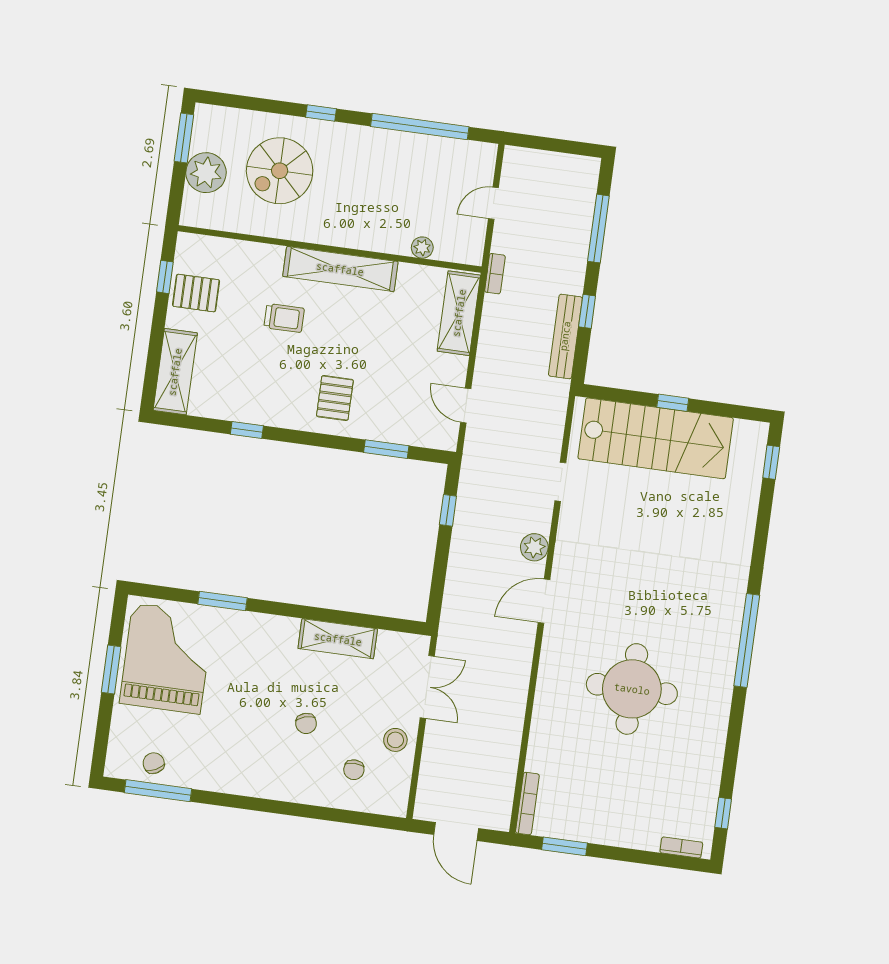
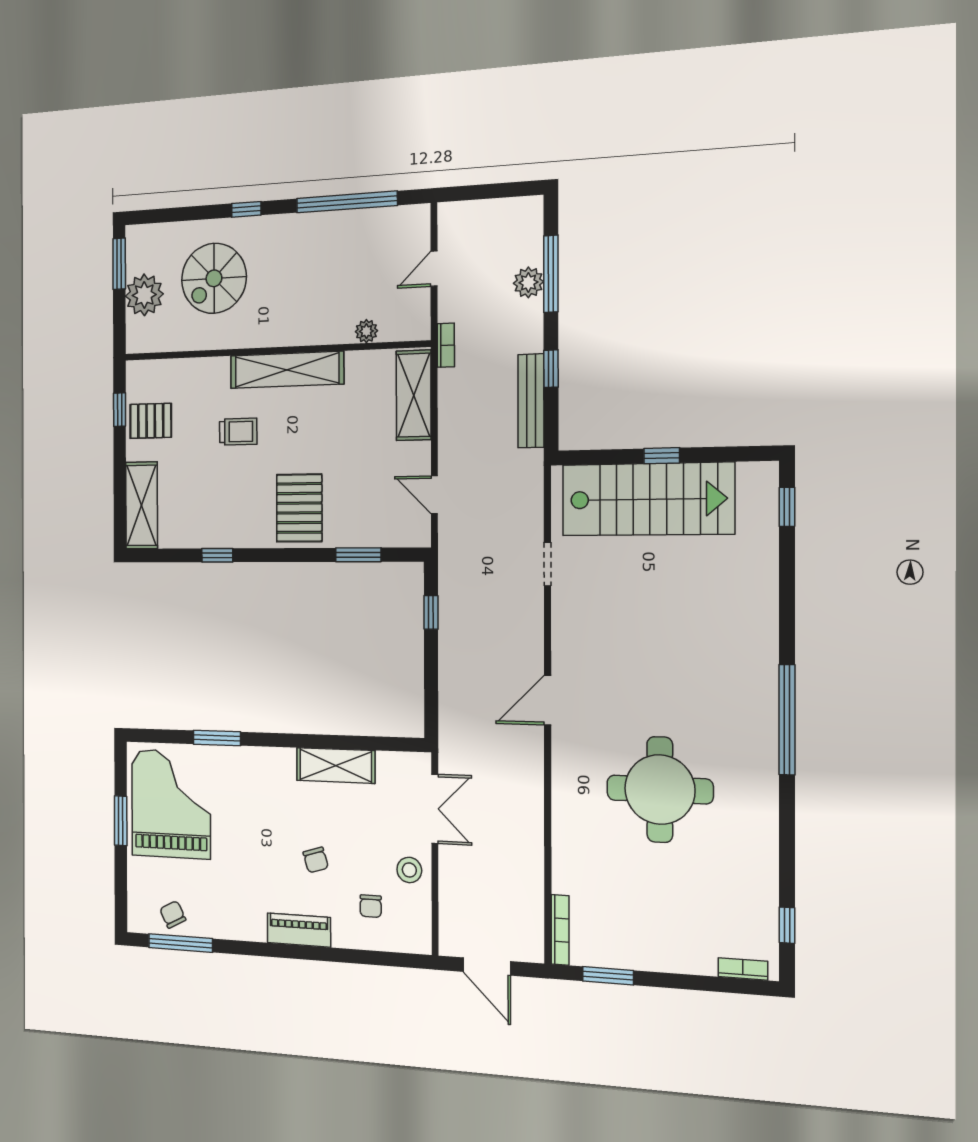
pallet: (335, 398) -> (299, 508), width x1.50, depth x1.42
plant: (534, 547) -> (528, 282), moved
piano: (280, 787) -> (299, 930), added

